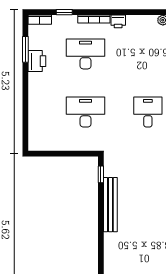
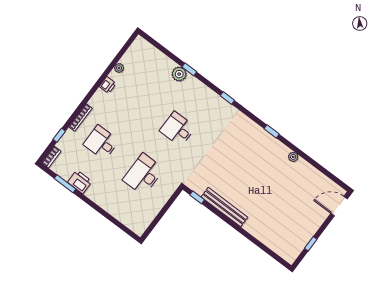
printer: (118, 21) -> (108, 85), moved
desk: (86, 54) -> (101, 143), width x0.73

